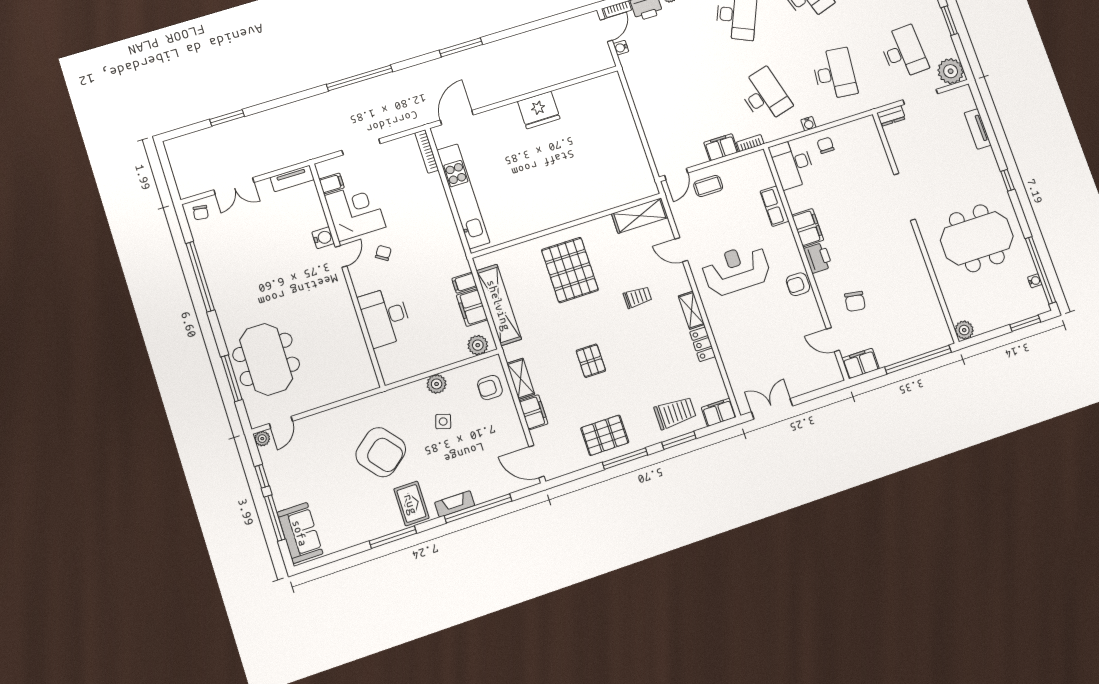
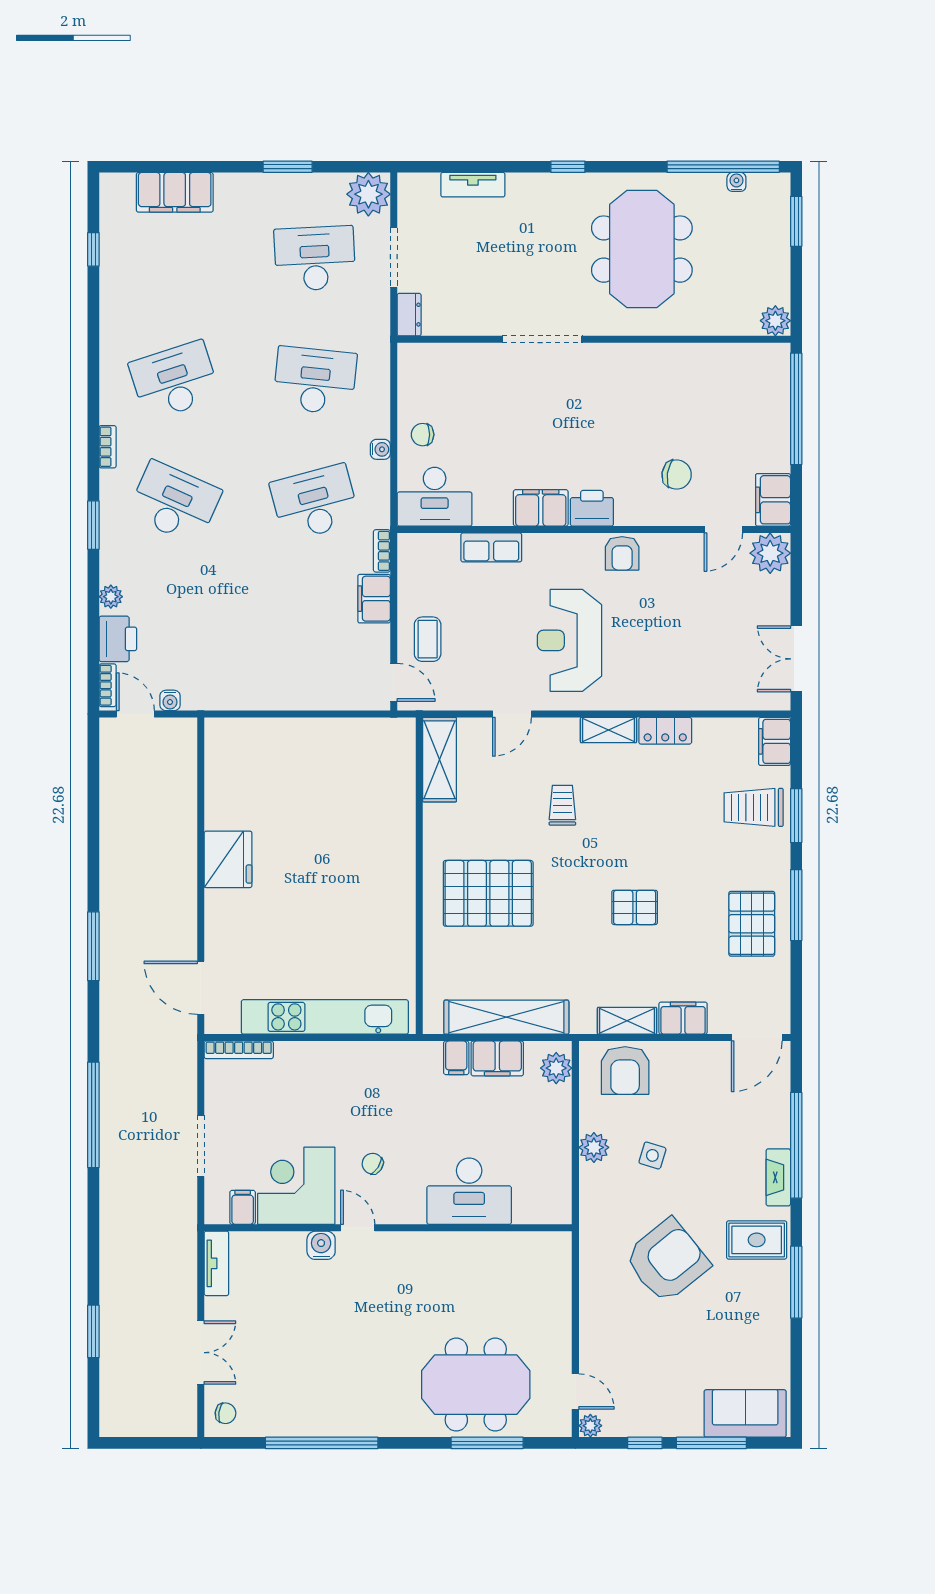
plant: (829, 372) -> (770, 553), added
armchair: (490, 388) -> (625, 1070), width x1.38, depth x1.38
trolley: (675, 413) -> (754, 807), turned -90

